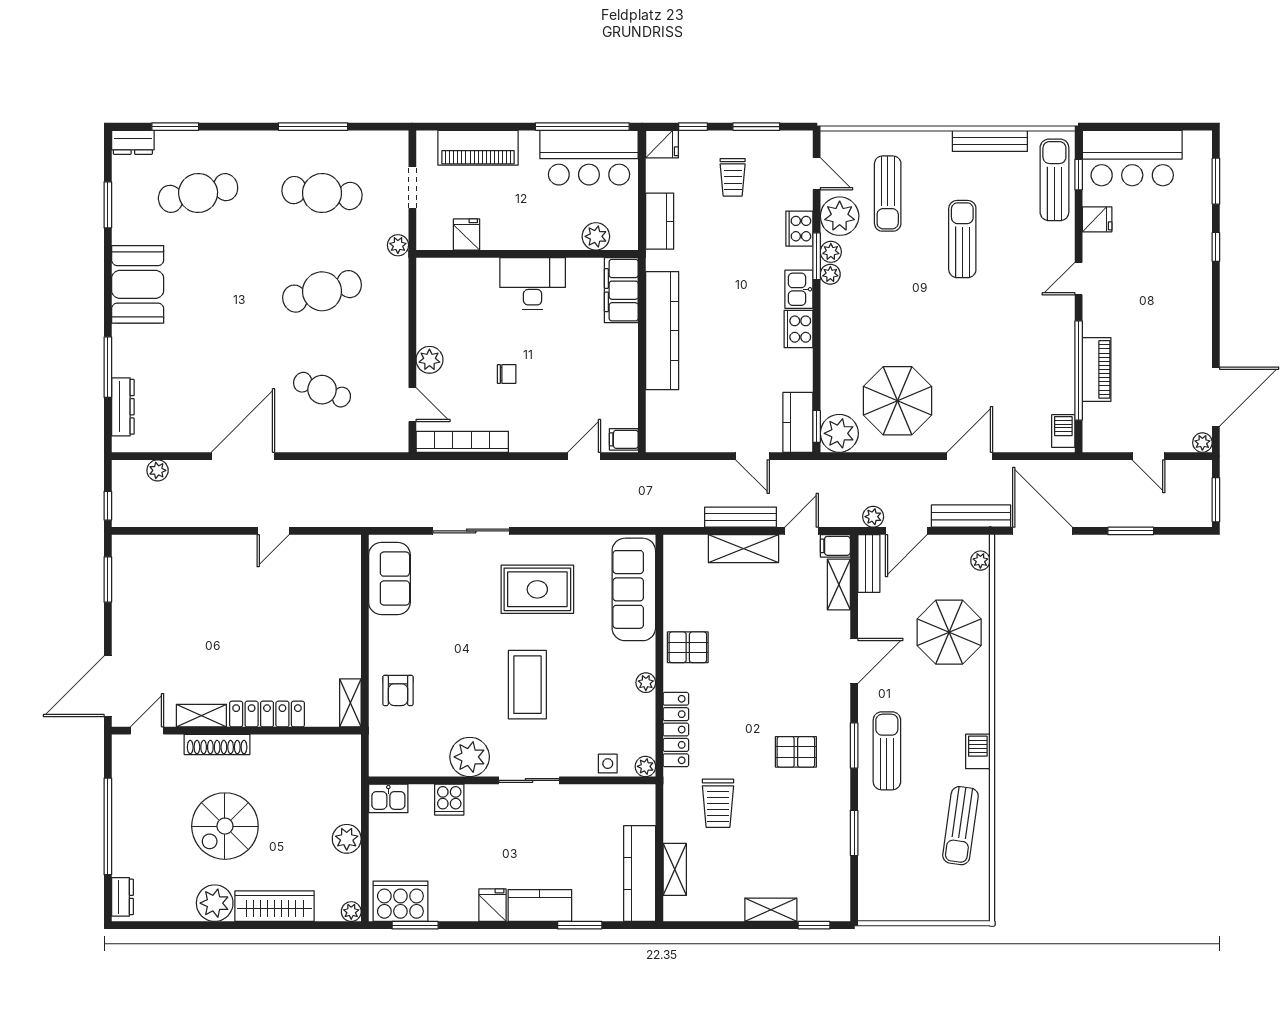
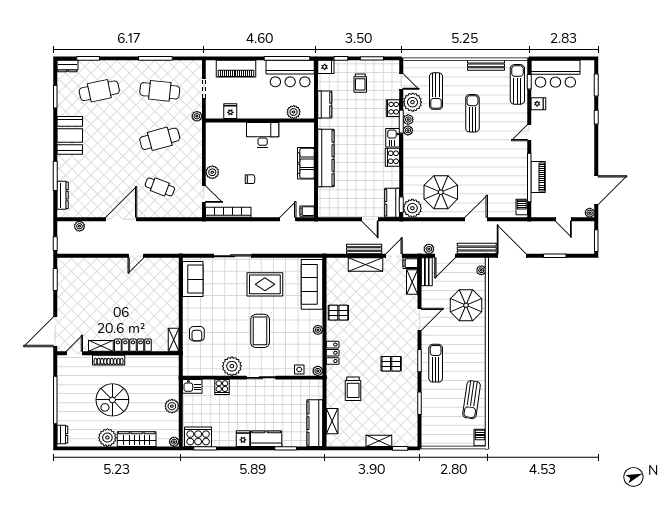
filing cabinet: (621, 290) -> (306, 163), moved
locker: (676, 730) -> (333, 353), width x0.66
barbecue: (978, 751) -> (480, 438), moved

